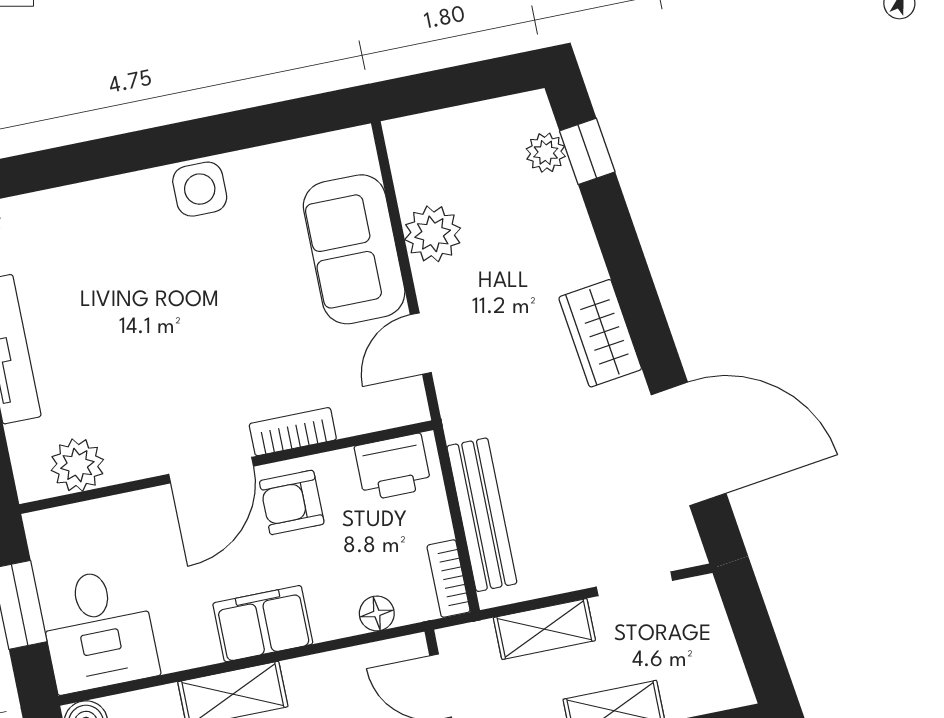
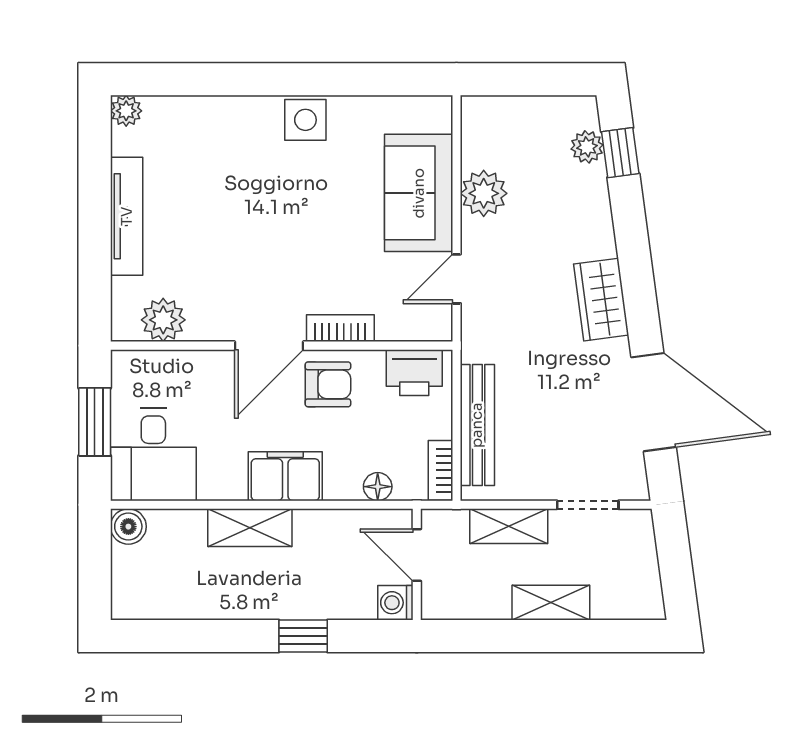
armchair: (292, 502) -> (328, 384), turned 180

